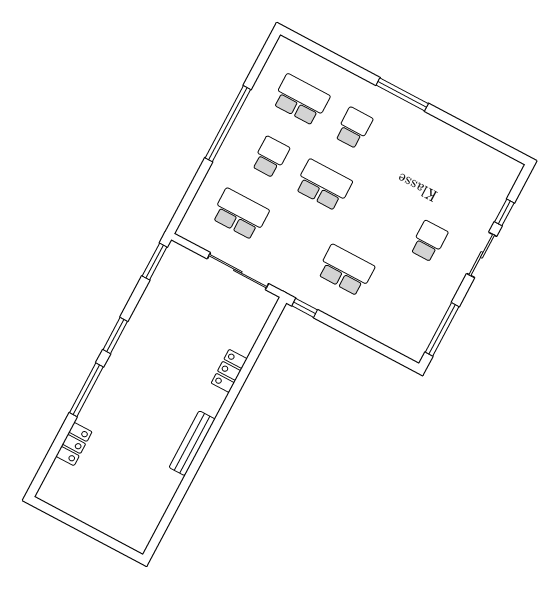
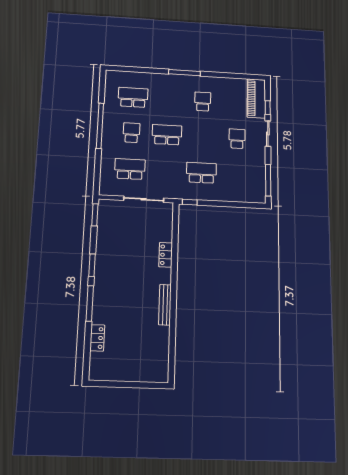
school desk: (354, 128) -> (203, 102), moved
piano: (494, 189) -> (256, 98), added

